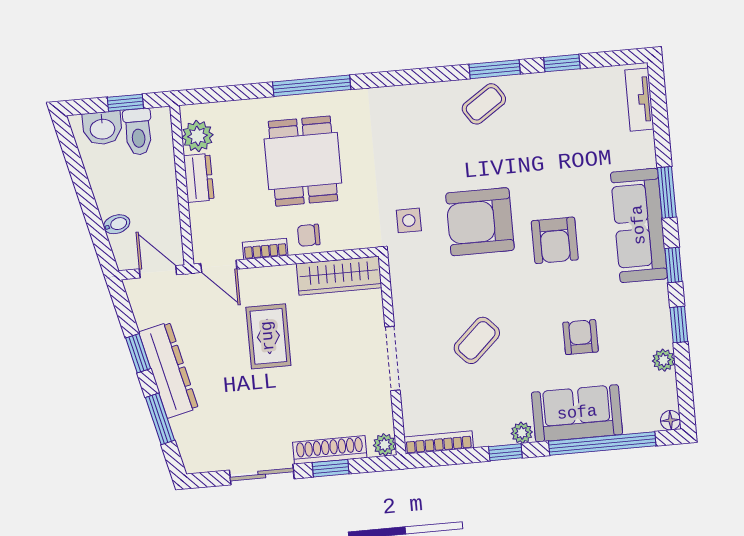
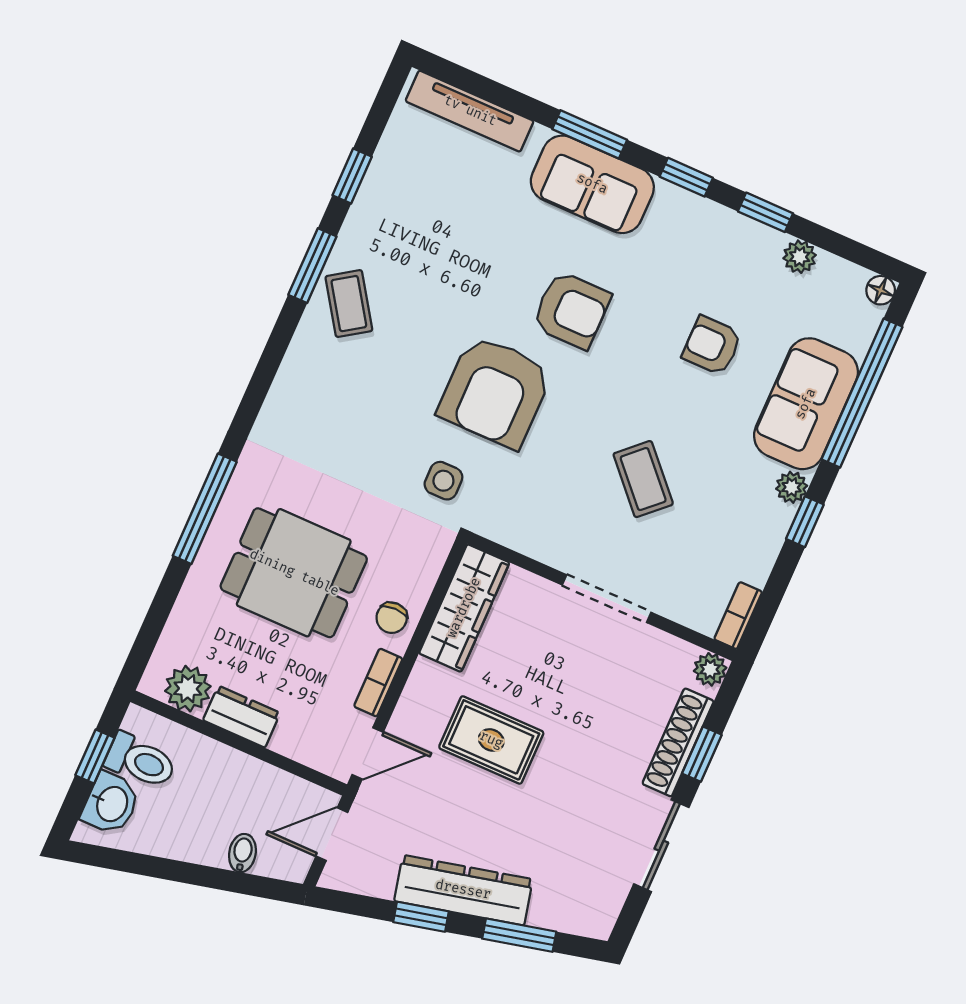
tv unit: (639, 100) -> (470, 111), width x1.41
sofa: (639, 225) -> (592, 184), width x0.73
bookcase: (439, 442) -> (738, 616), width x0.64

